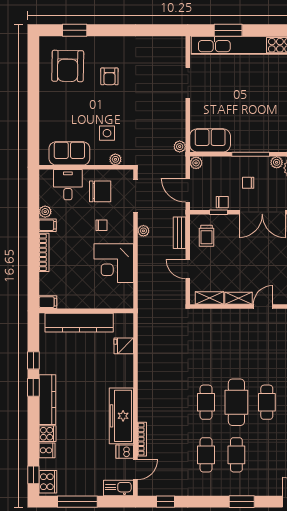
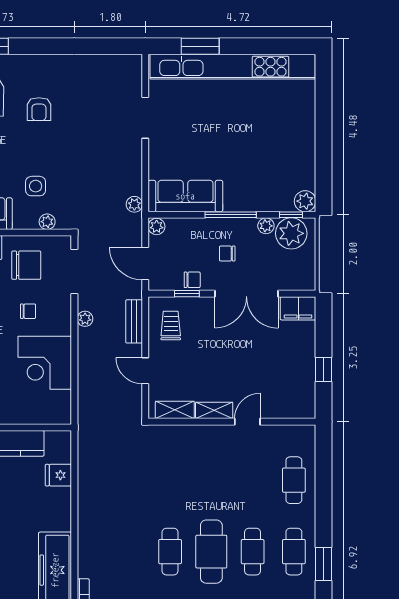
sofa: (210, 140) -> (185, 196), width x1.36
trolley: (206, 236) -> (171, 326), turned 180

